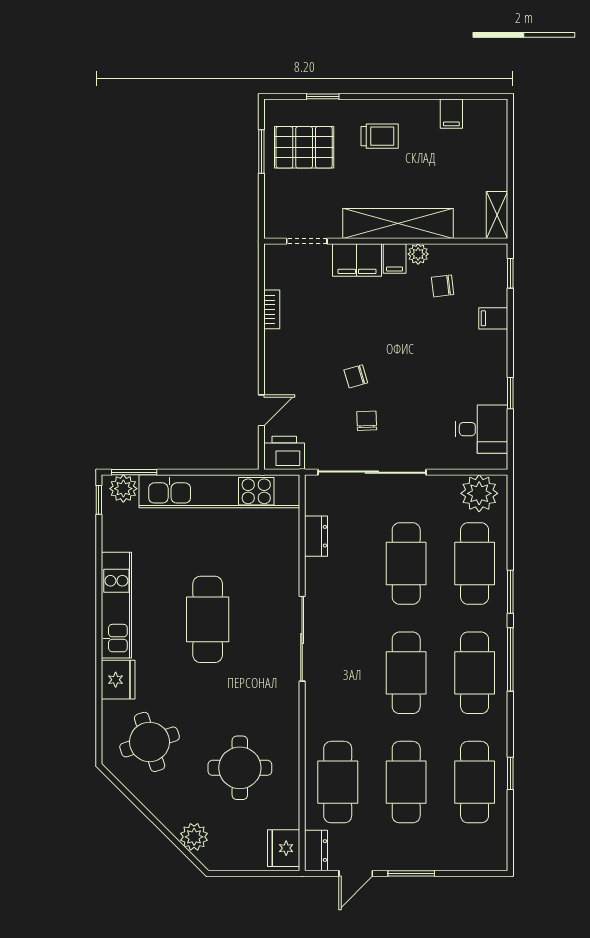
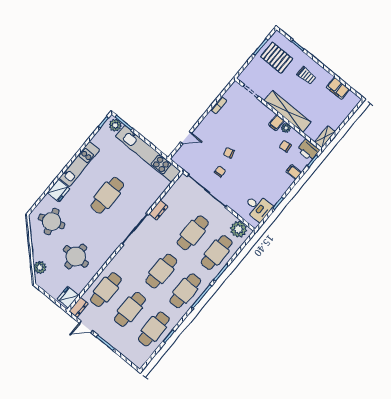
filing cabinet: (451, 114) -> (338, 88), width x2.00
filing cabinet: (357, 260) -> (263, 112), removed
printer: (284, 453) -> (308, 150), moved, turned 180
dresser: (316, 536) -> (158, 210), moved

